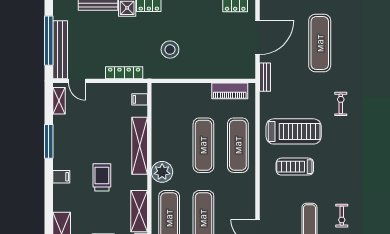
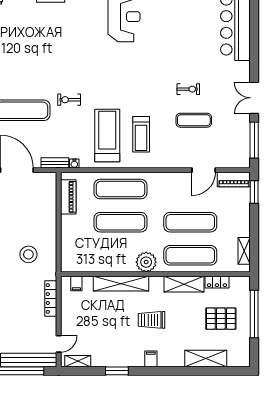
water cooler: (264, 97) -> (74, 164), added
exercise bike: (341, 104) -> (69, 100), moved
window: (49, 141) -> (117, 371), width x0.69

